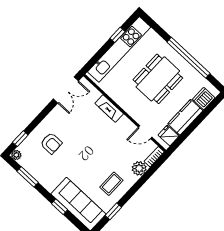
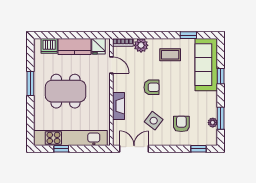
window: (188, 58) -> (30, 84), width x0.47
side table: (73, 125) -> (154, 121), added
armchair: (100, 147) -> (152, 87), added
plant: (16, 155) -> (213, 123), moved

